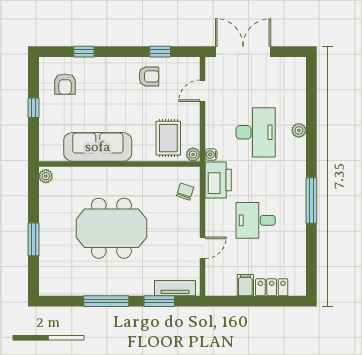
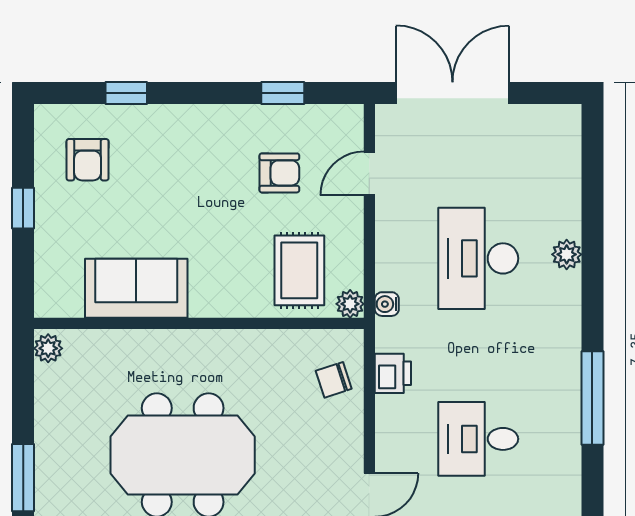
armchair: (149, 76) -> (279, 173), moved
desk: (256, 132) -> (478, 258), turned 180
sofa: (98, 147) -> (136, 288), width x0.73
printer: (218, 180) -> (393, 373), width x0.53, depth x0.68
chair: (185, 192) -> (334, 380), turned -126

